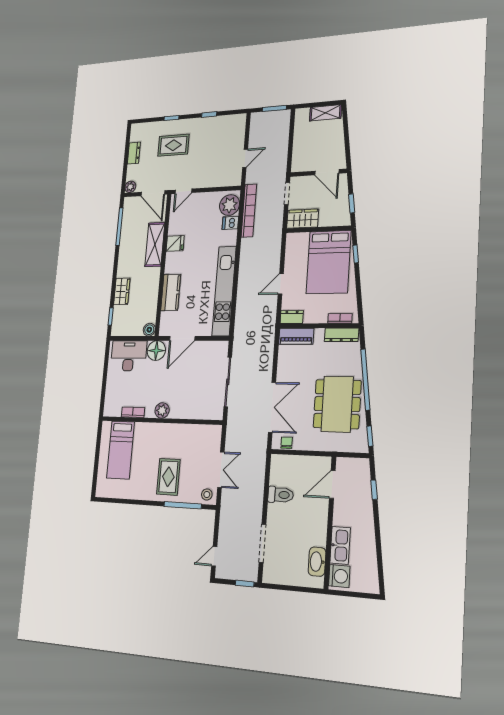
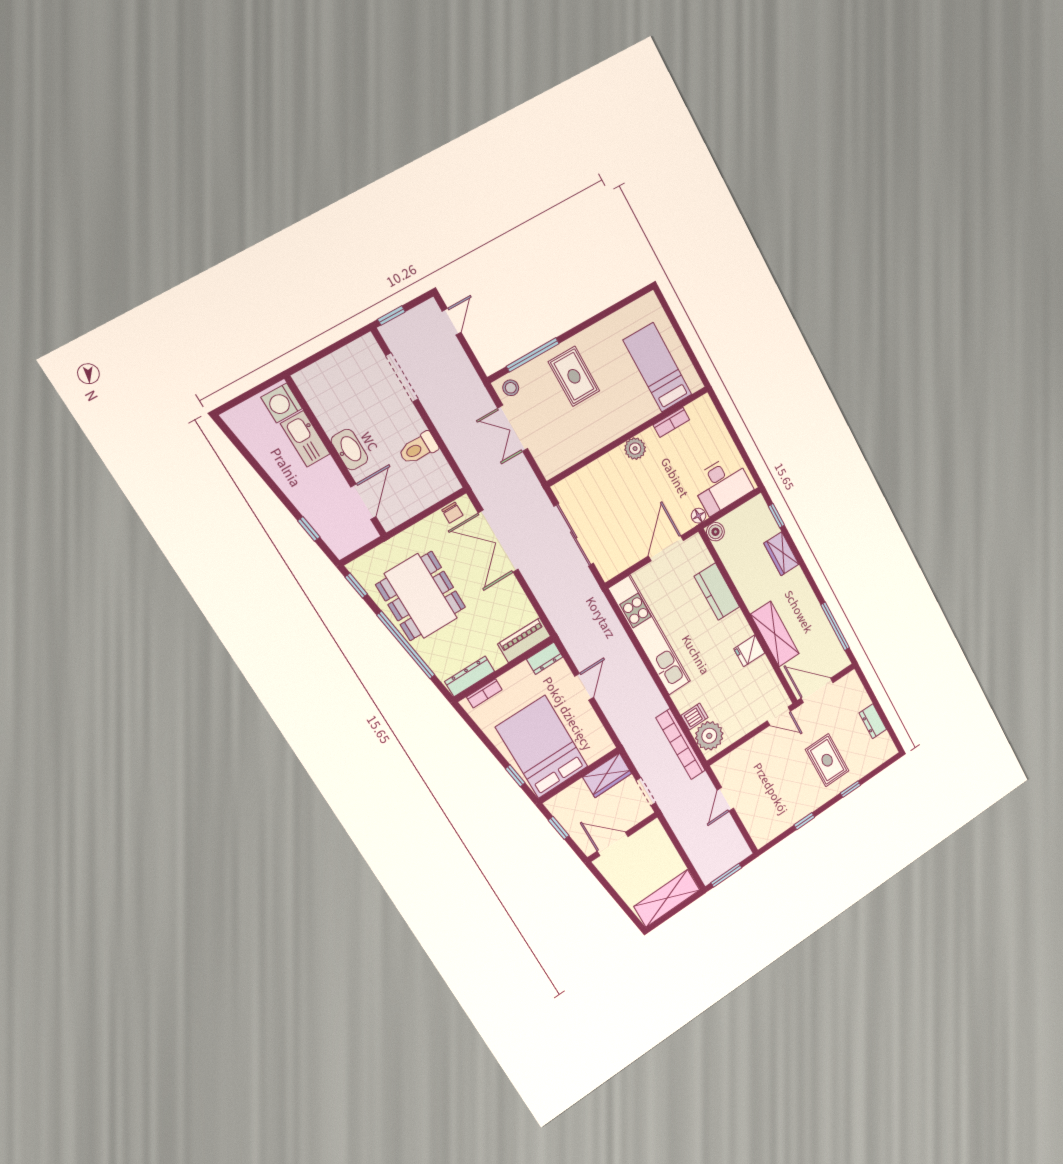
shelving: (325, 113) -> (667, 898), width x1.50, depth x1.33
rug: (173, 145) -> (827, 760), turned 90
plant: (130, 187) -> (851, 680), removed
door: (183, 191) -> (779, 716), swing flipped
floor lamp: (156, 351) -> (699, 516), width x0.53, depth x0.53
washbasin: (317, 562) -> (349, 450), moved

